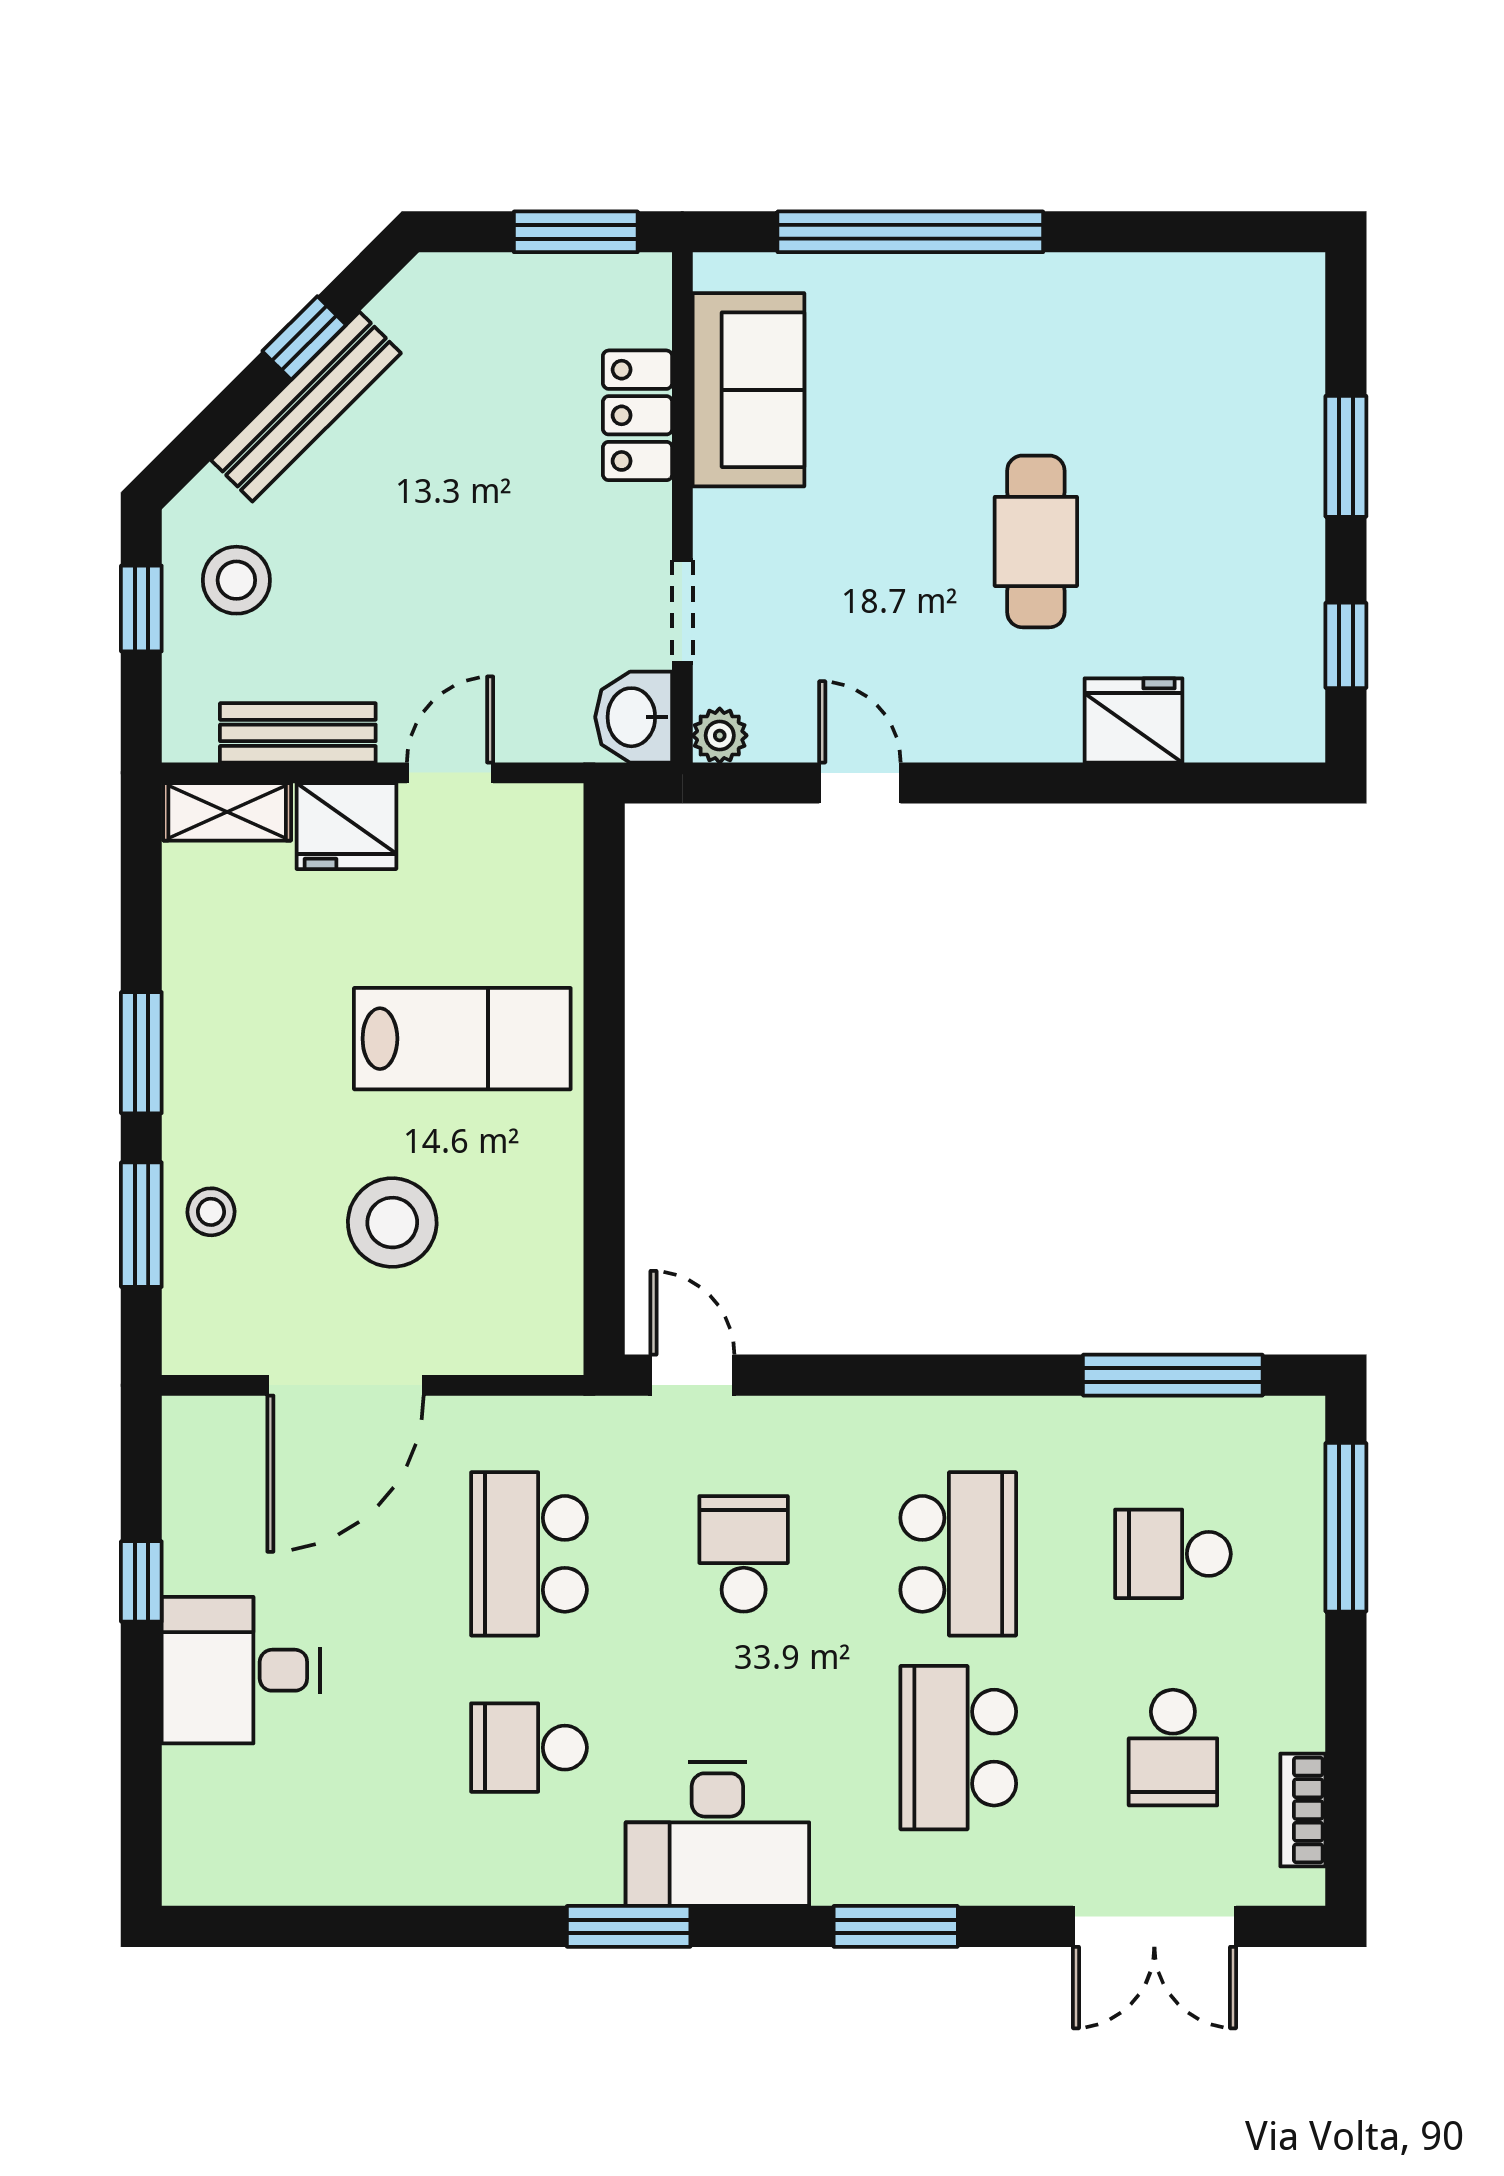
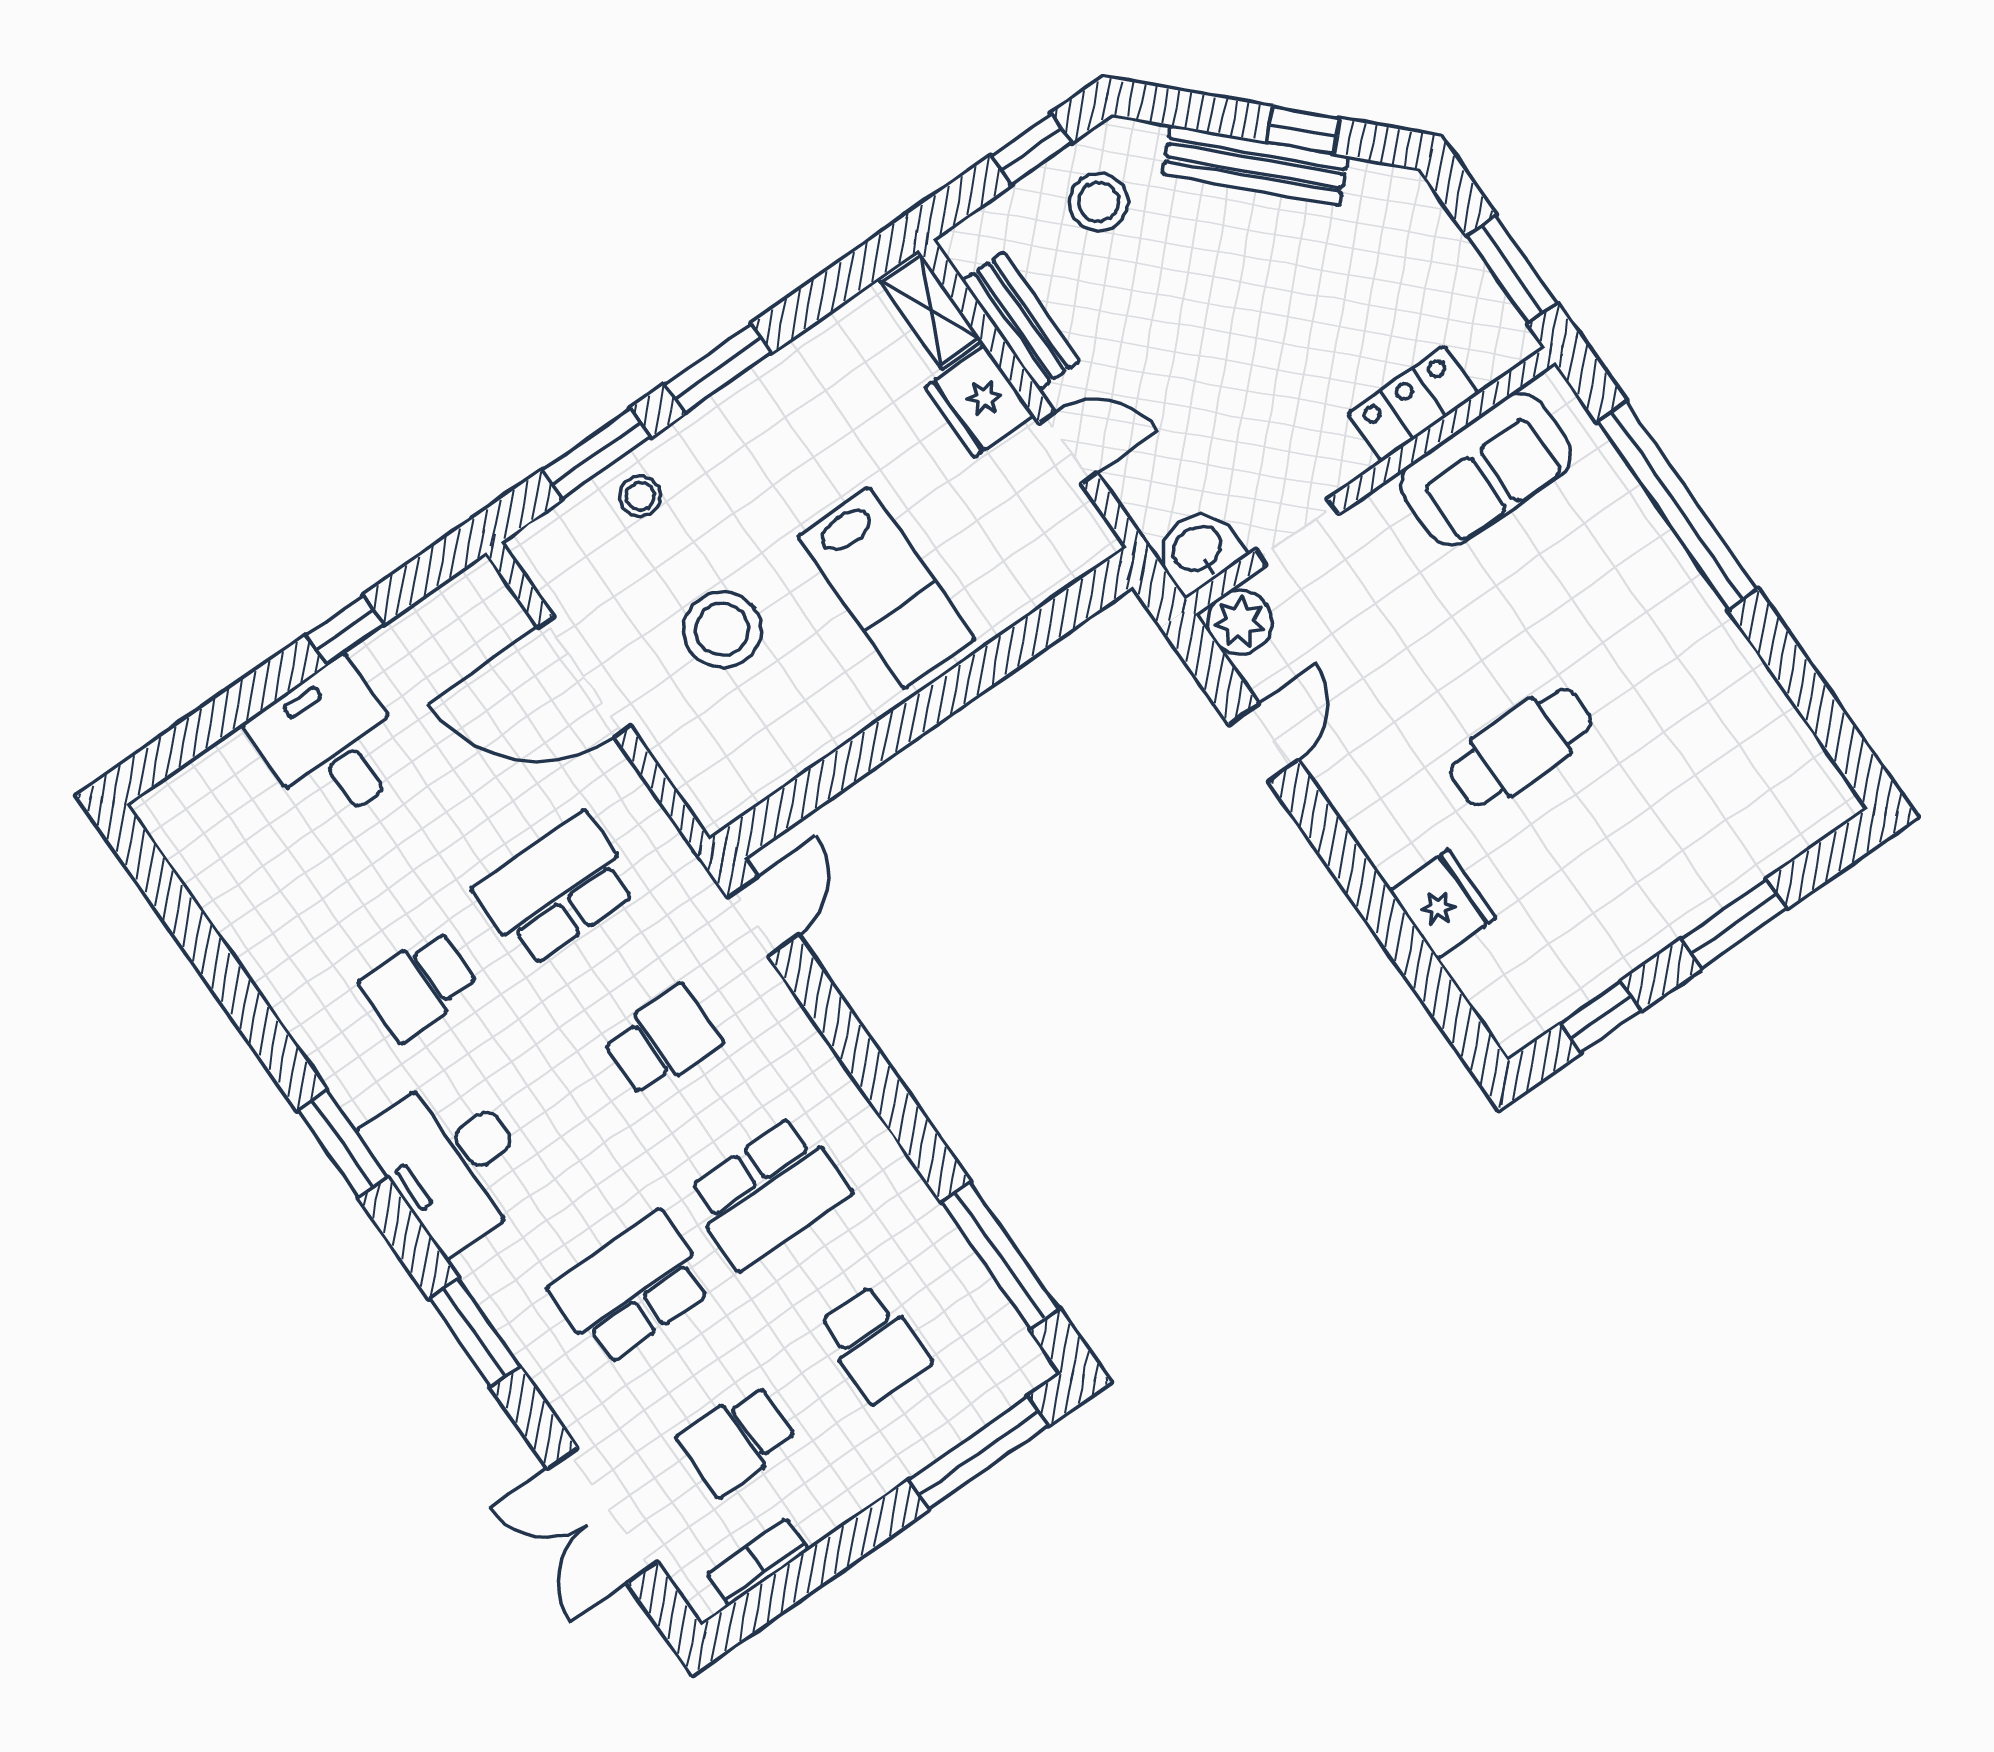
plant: (720, 735) -> (1240, 622), width x1.38, depth x1.38
school desk: (1173, 1554) -> (874, 1344), turned 180
school desk: (529, 1748) -> (419, 985), turned -90

